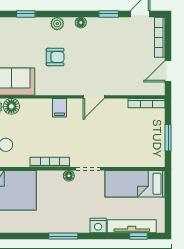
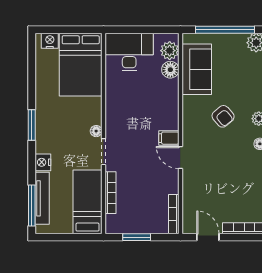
armchair: (55, 57) -> (223, 116), turned -40
filing cabinet: (60, 108) -> (169, 138), moved
bookcase: (50, 162) -> (111, 193), moved
window: (139, 236) -> (32, 206), width x2.17

